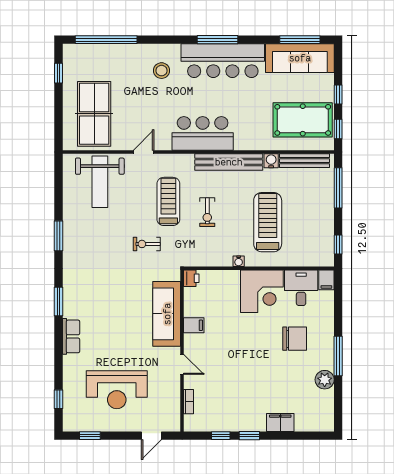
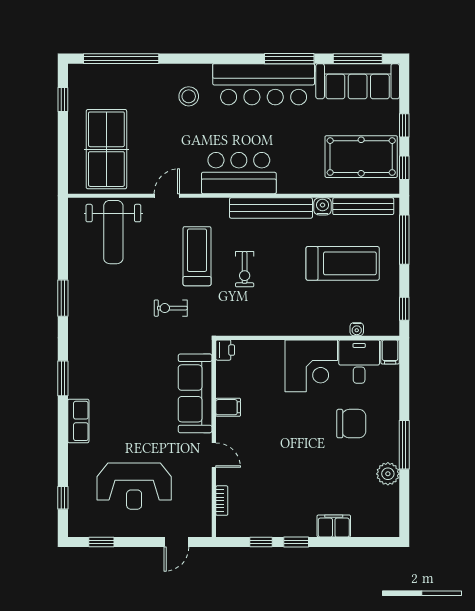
window: (218, 40) -> (289, 59), moved
treadmill: (268, 222) -> (343, 263), moved, turned 90
water cooler: (239, 261) -> (357, 329), moved

